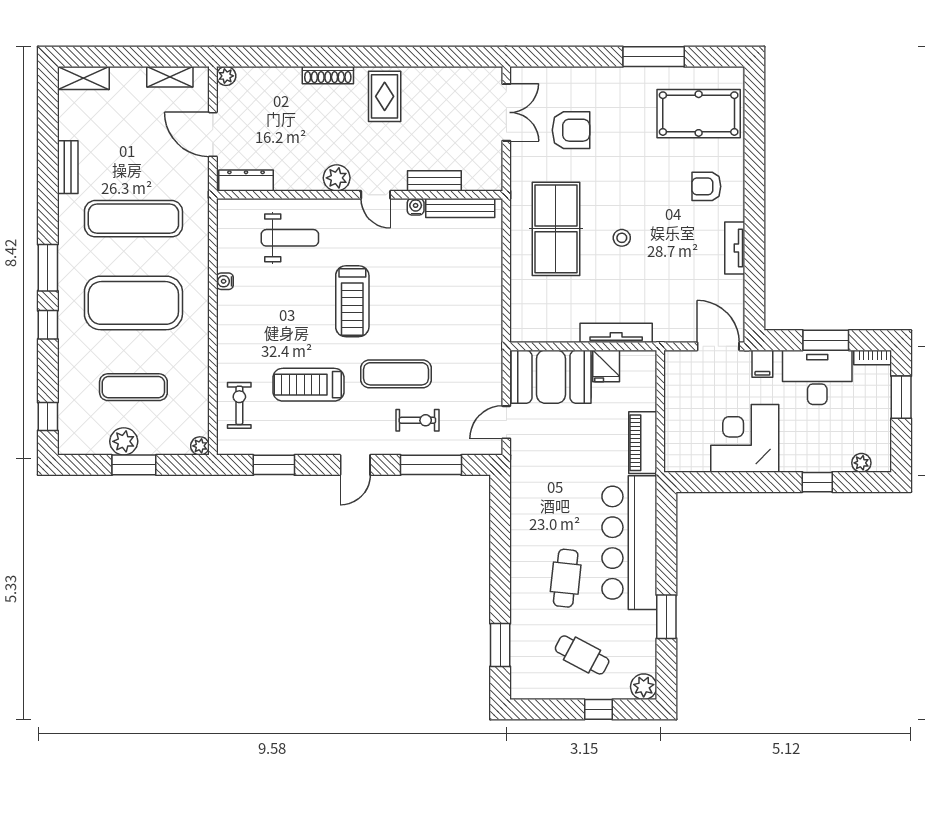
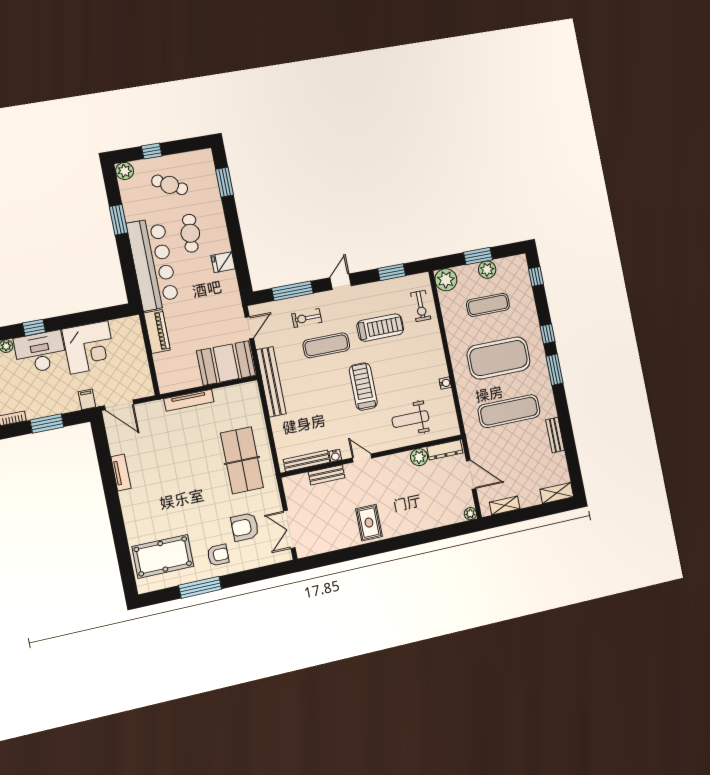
shoe rack: (328, 75) -> (407, 528), removed
plant: (337, 178) -> (419, 457), moved
armchair: (706, 186) -> (218, 555), moved
stool: (622, 238) -> (198, 464), removed
bench: (490, 336) -> (271, 382), added
fridge: (606, 366) -> (223, 262), moved, turned -90
desk: (817, 377) -> (40, 352), moved, turned 180
plant: (200, 446) -> (446, 280), width x1.87, depth x1.87

